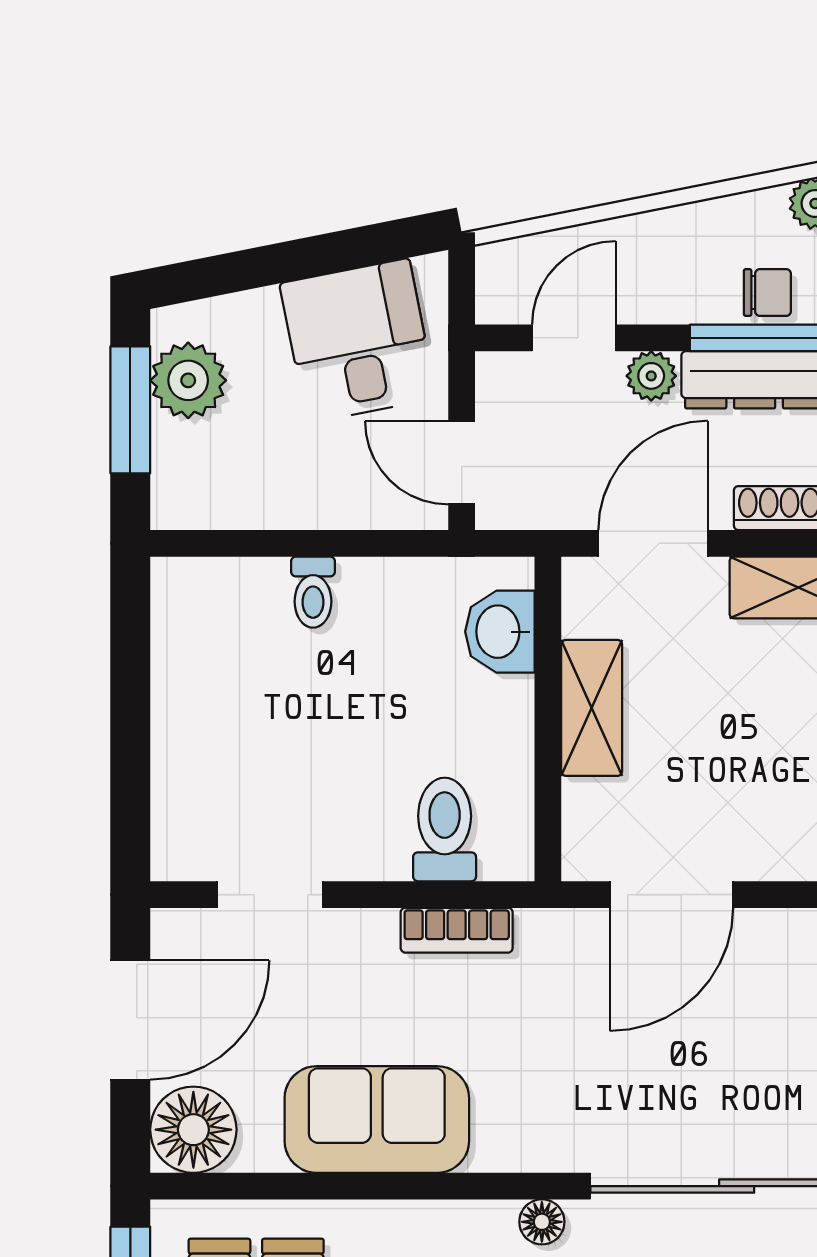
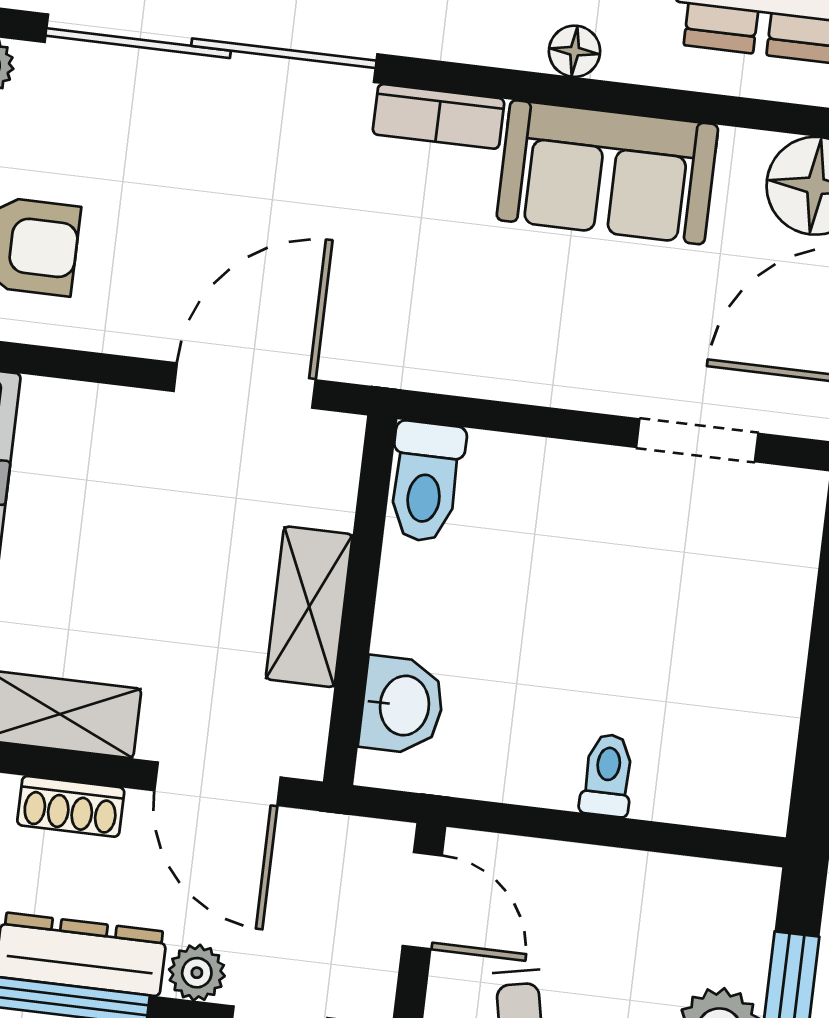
door: (653, 543) -> (218, 784), hinge flipped
toilet: (445, 830) -> (426, 482), moved
bookcase: (457, 930) -> (439, 116), moved, turned 180
floor lamp: (542, 1222) -> (575, 51), moved

